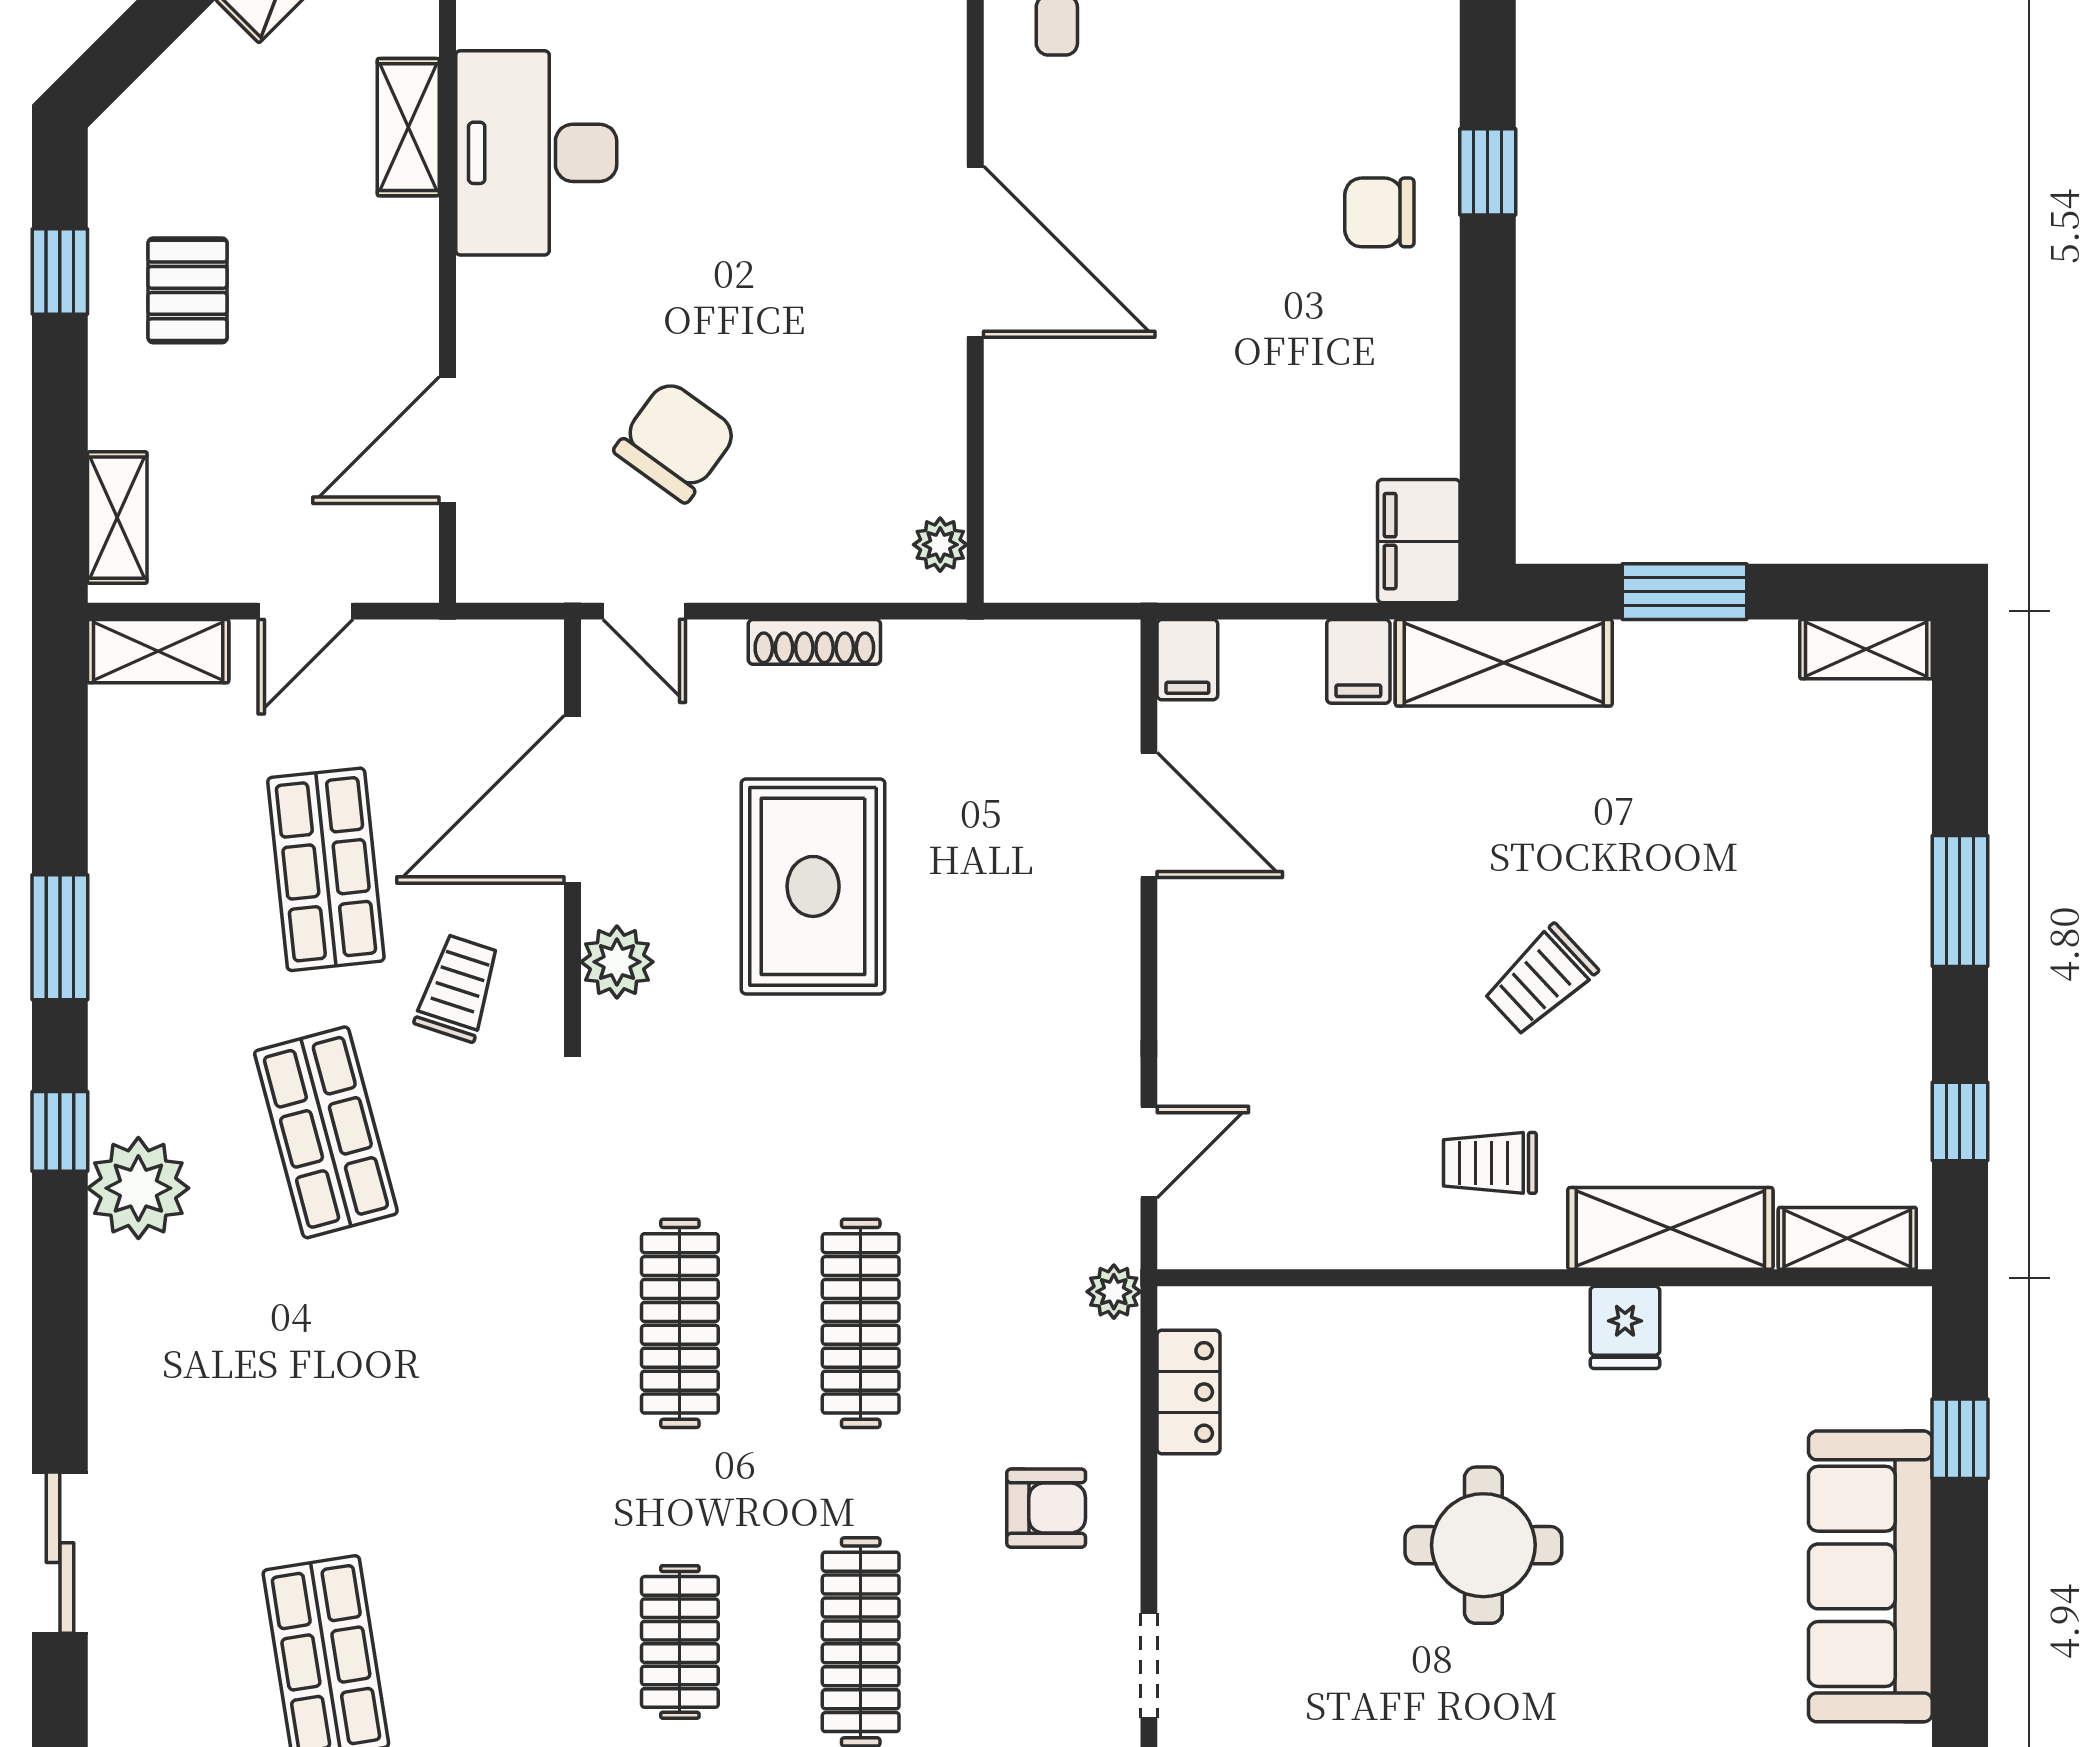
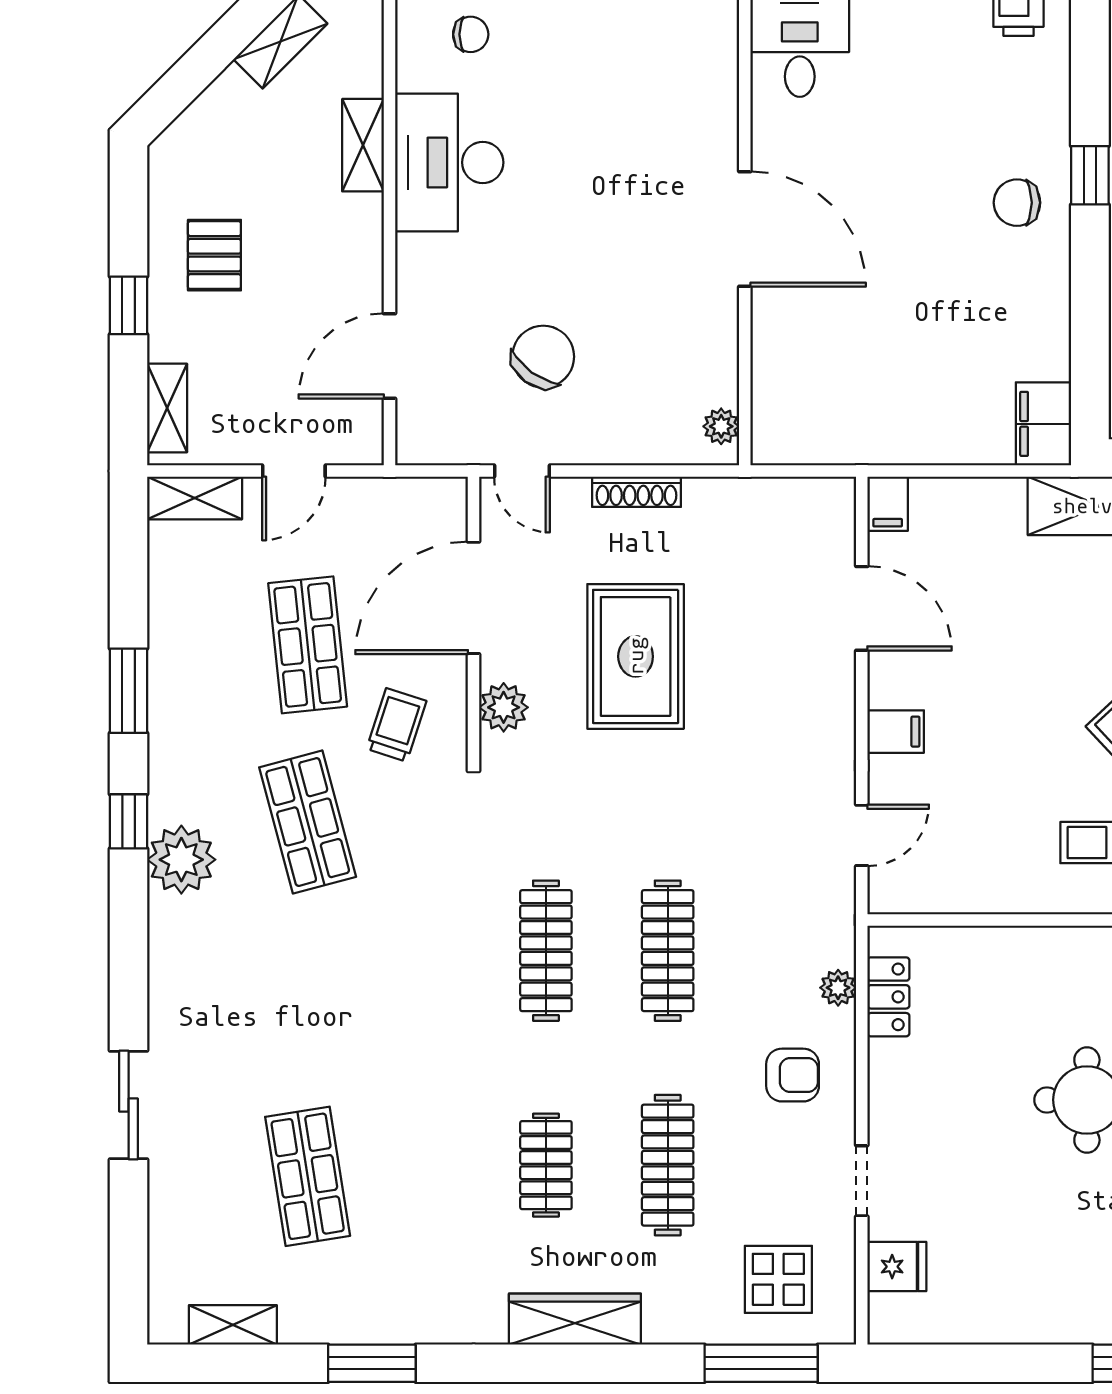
window: (60, 271) -> (129, 305), moved
filing cabinet: (1358, 661) -> (896, 732), moved, turned -90
plant: (1114, 1292) -> (838, 988), moved

